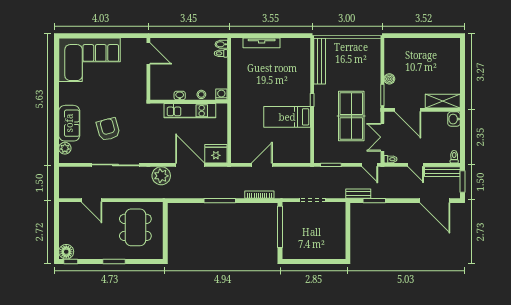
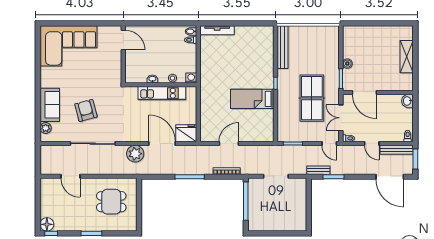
tv unit: (262, 43) -> (217, 30), moved
shelving: (443, 101) -> (407, 57), moved, turned 90
dining table: (135, 227) -> (111, 202), width x0.73

